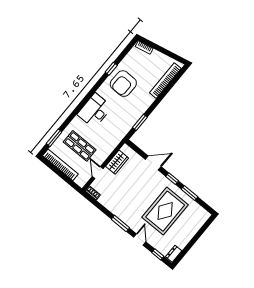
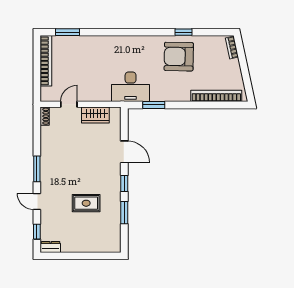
desk: (95, 111) -> (131, 87), moved, turned 180
shop shelf: (80, 146) -> (81, 64), removed
rug: (165, 211) -> (86, 203), width x0.54, depth x0.49
door: (140, 240) -> (37, 201), swing flipped

